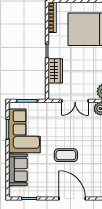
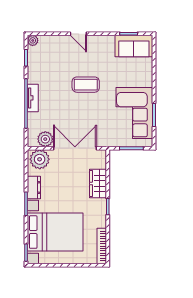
double door: (75, 101) -> (75, 148), width x1.37
sofa: (18, 170) -> (134, 46), moved, turned -90
door: (72, 199) -> (78, 34), width x0.53

